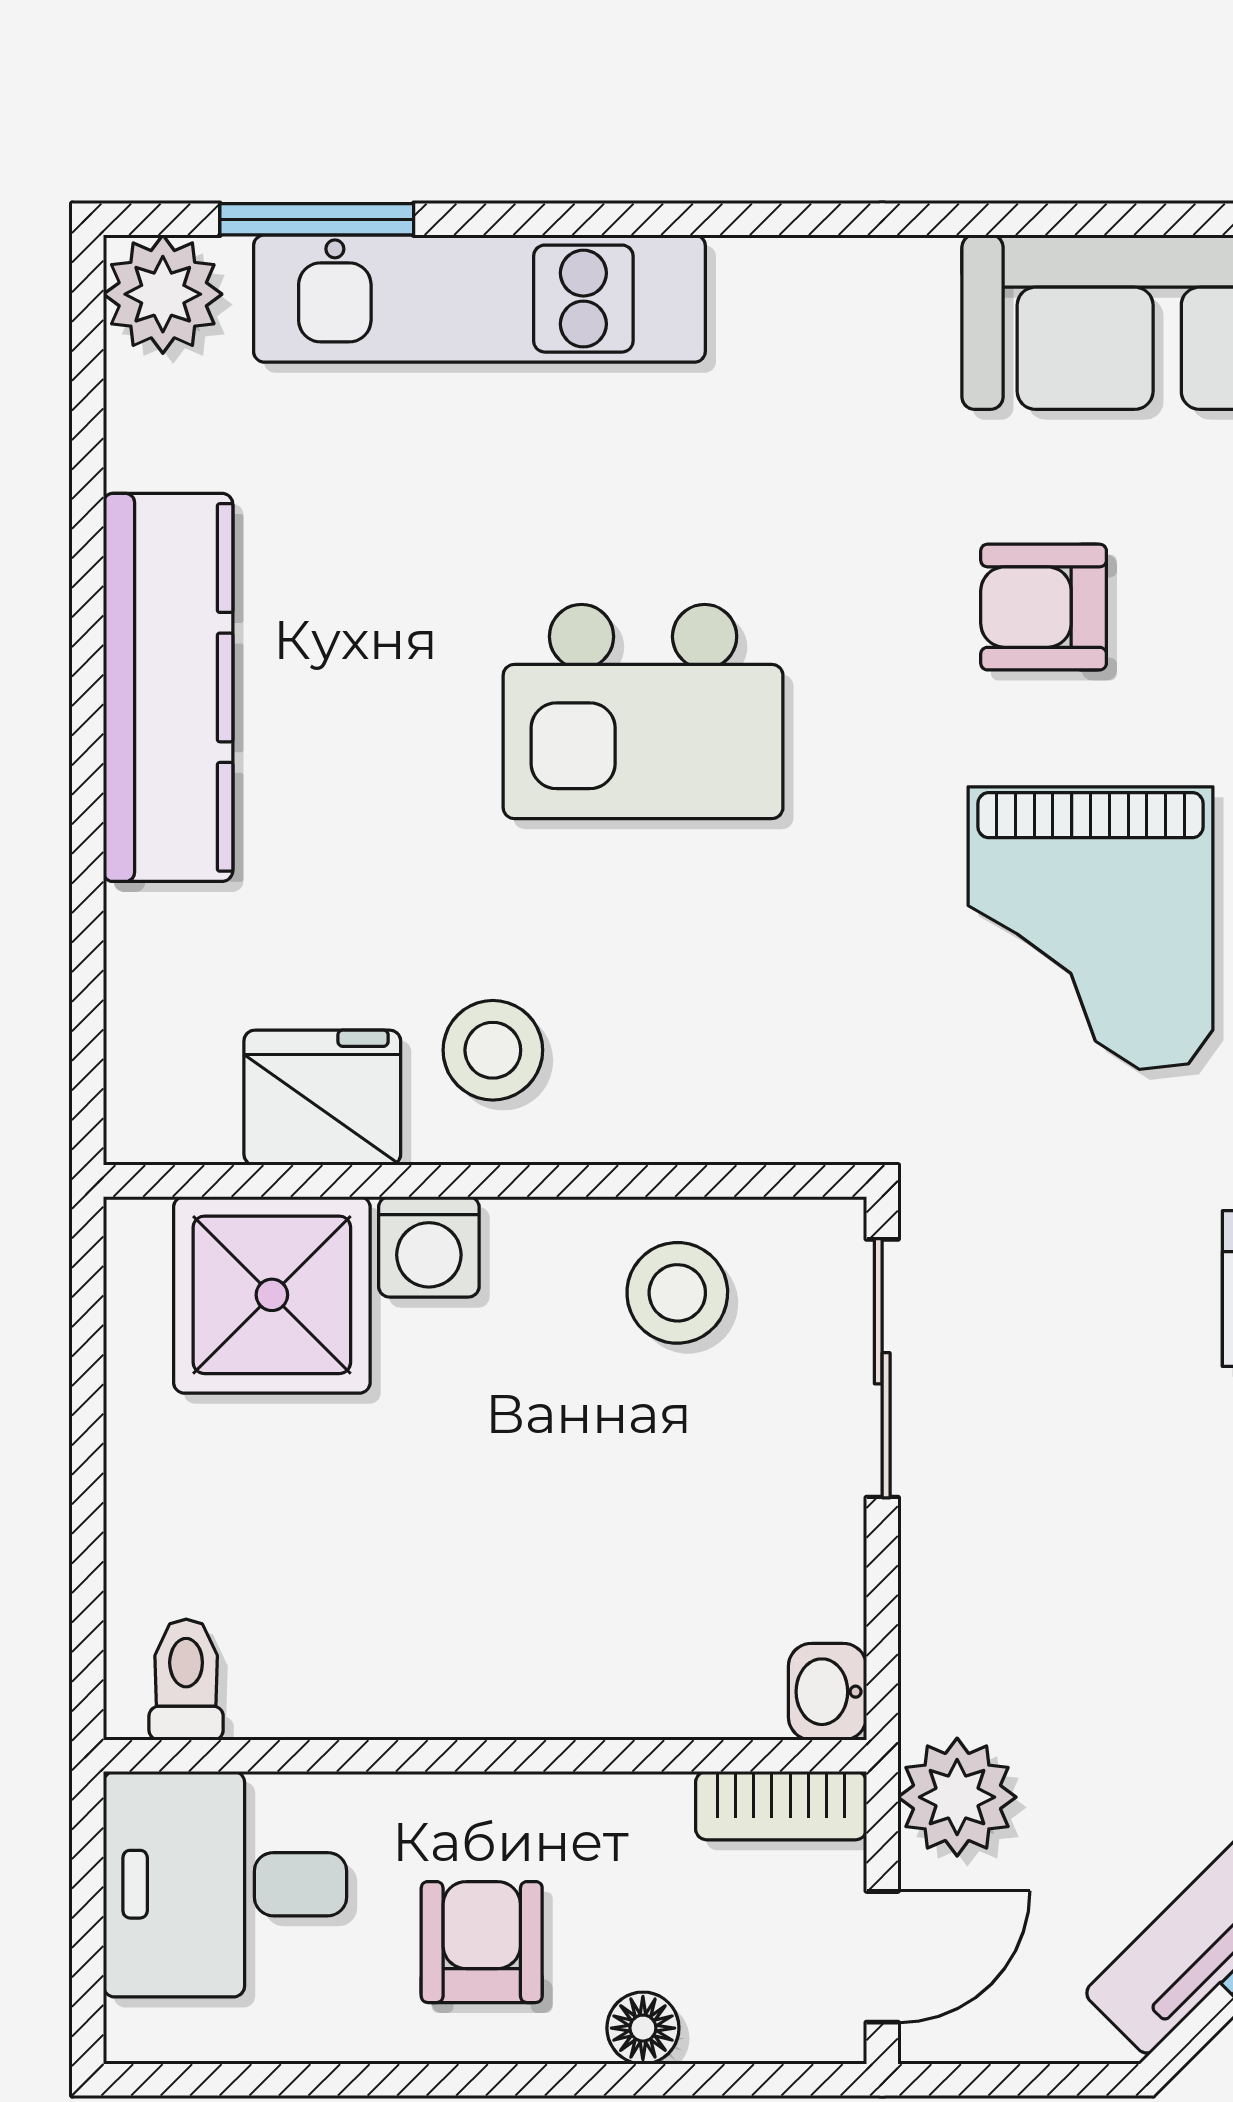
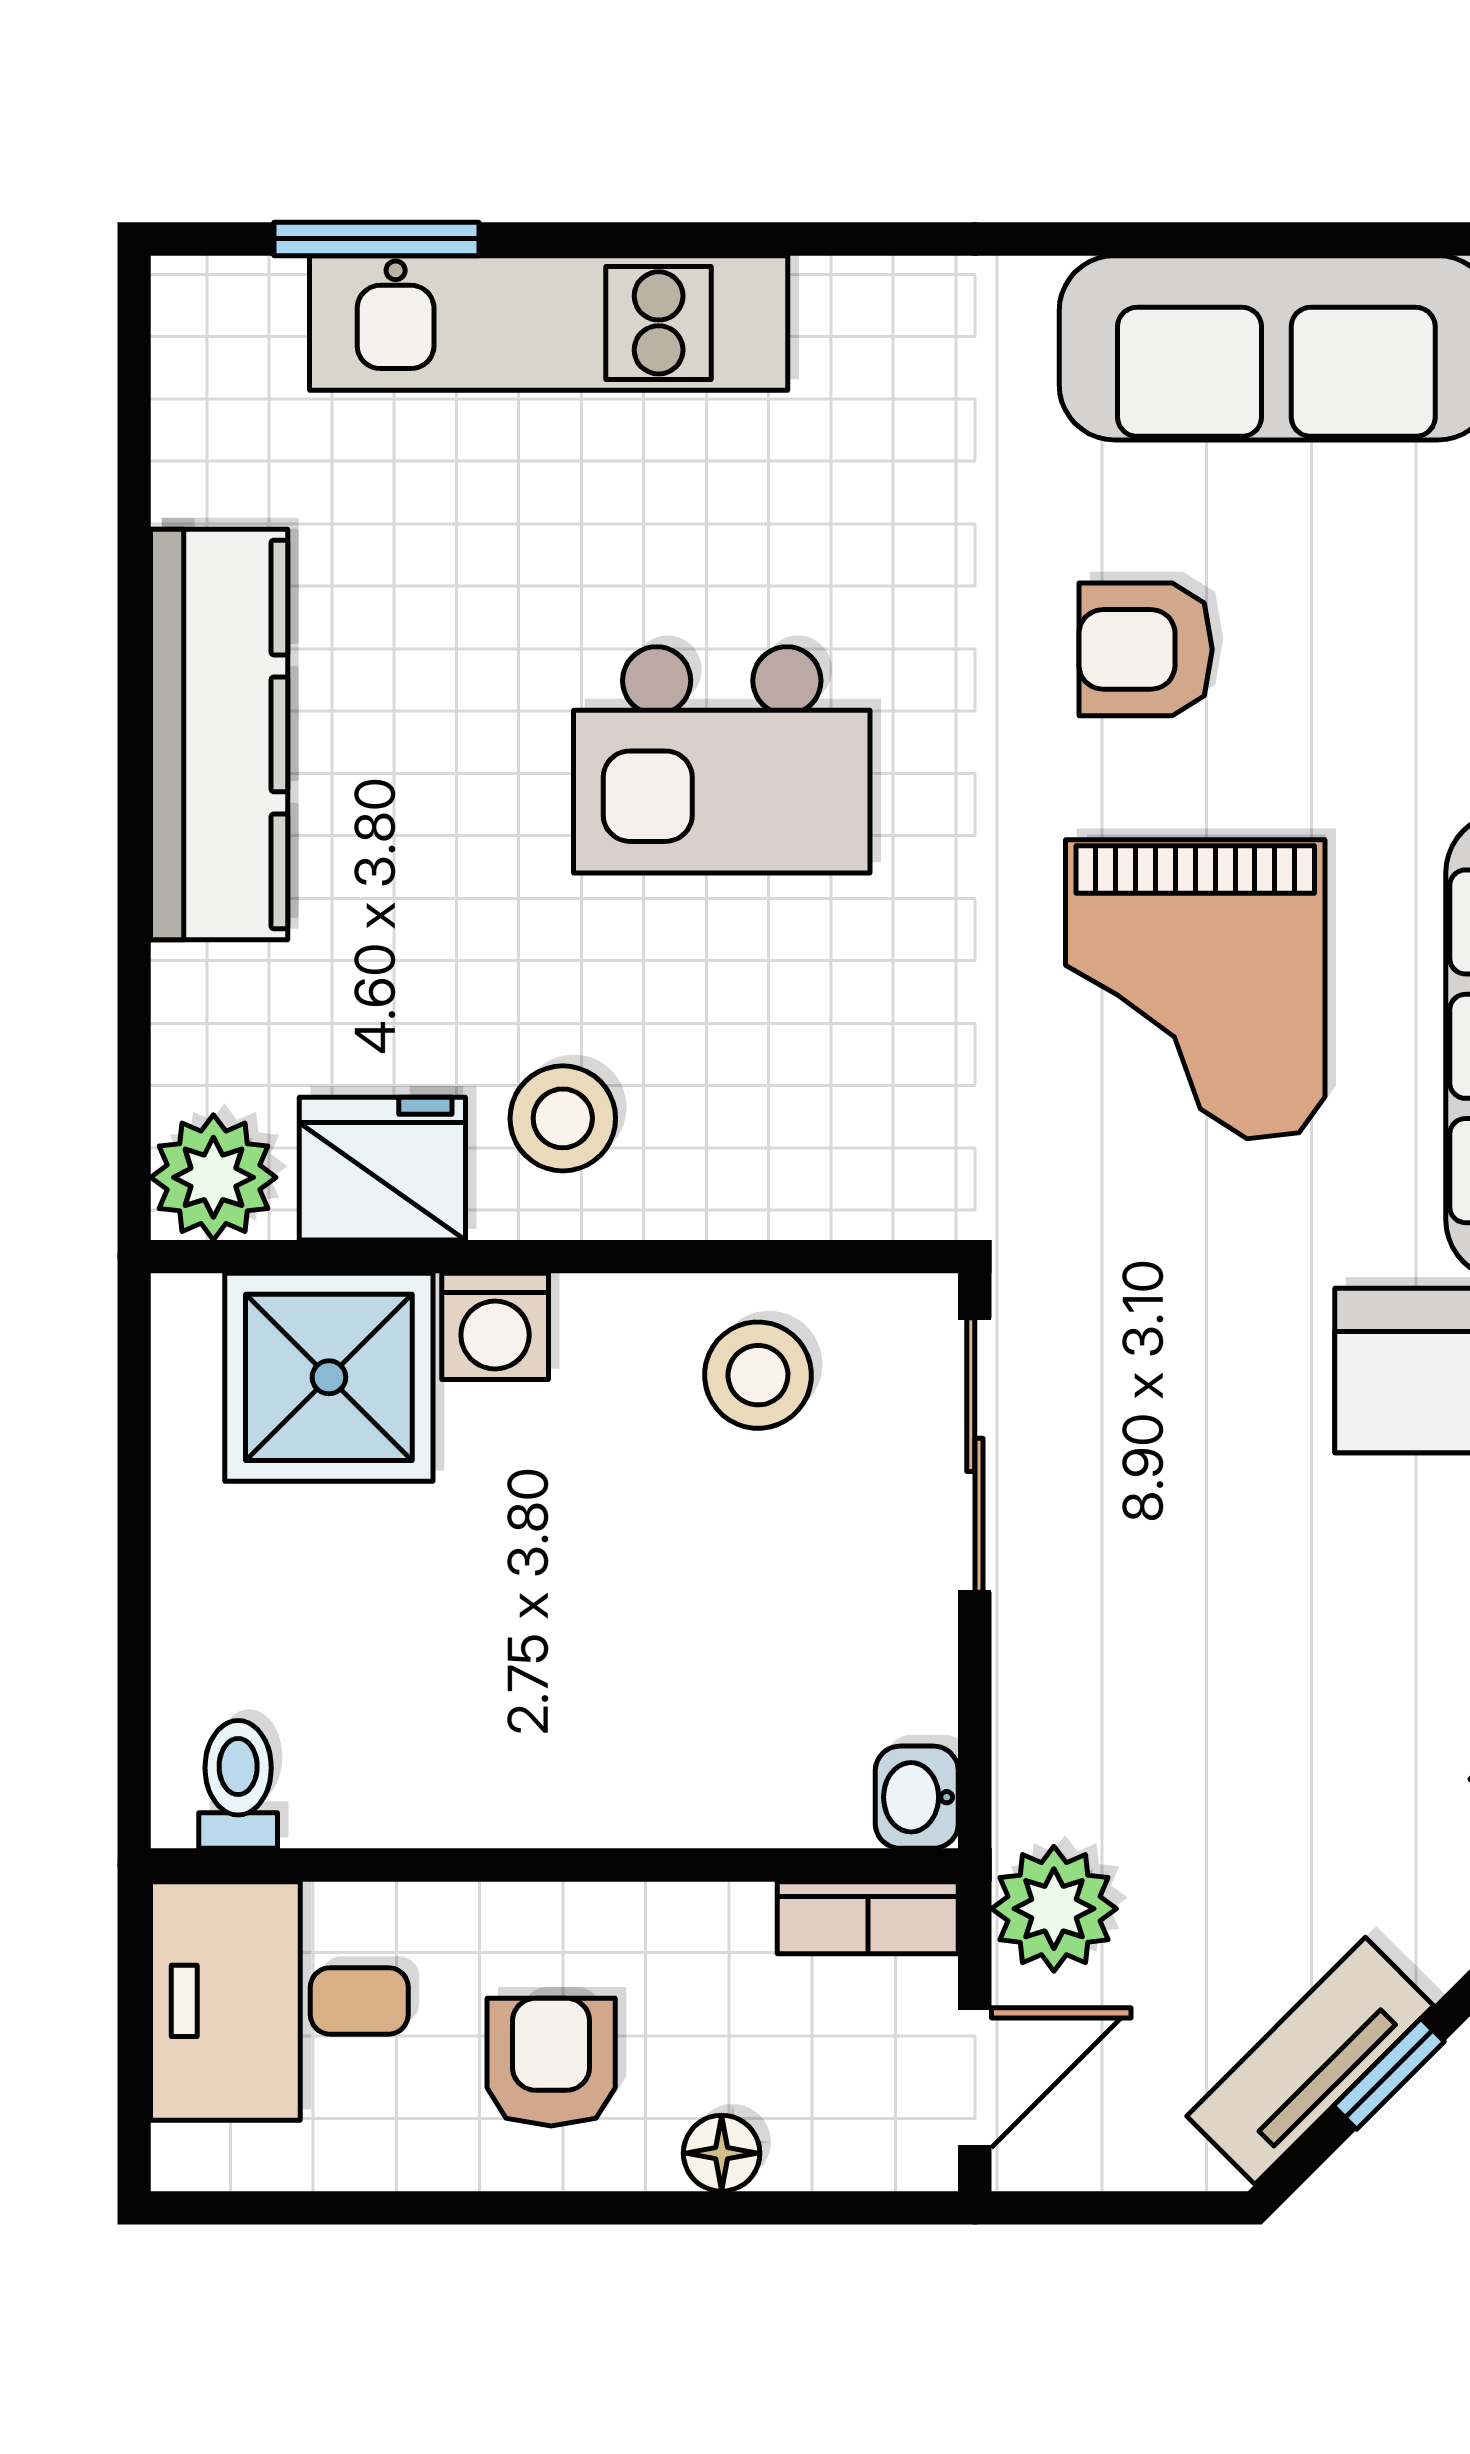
plant: (163, 294) -> (213, 1177), moved

